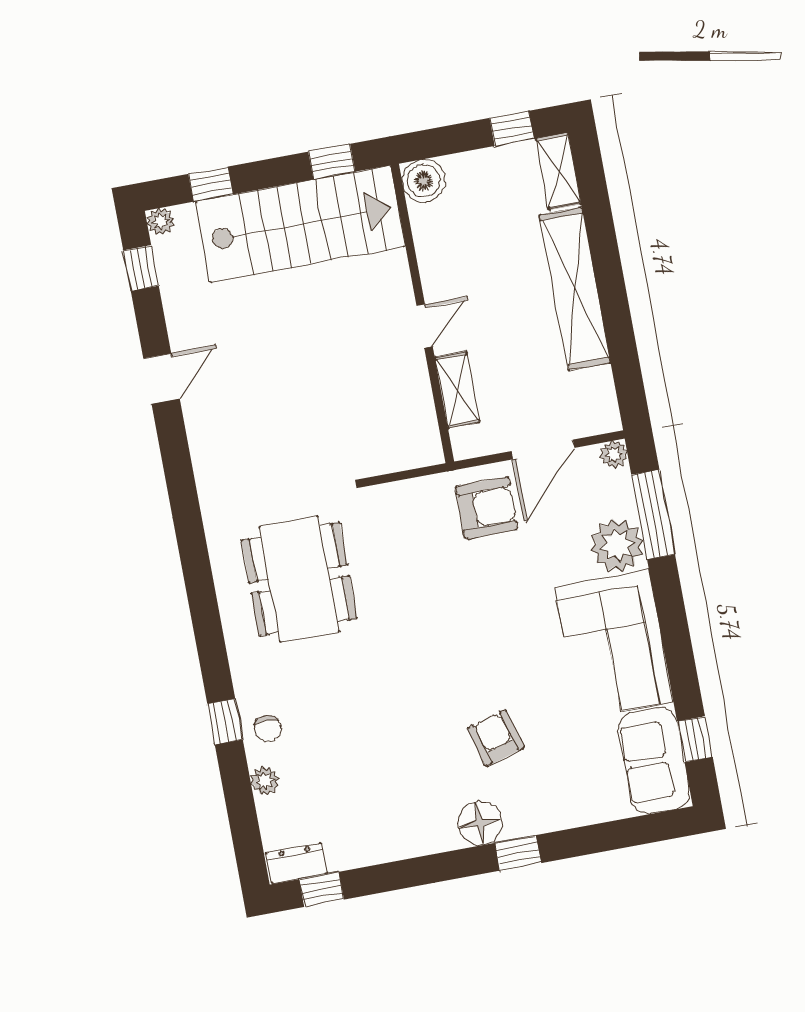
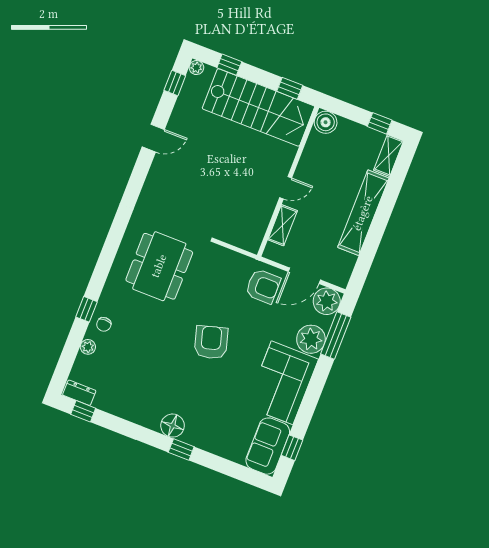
plant: (614, 454) -> (327, 301), width x1.88, depth x1.88
armchair: (496, 738) -> (211, 342), moved, width x1.38, depth x1.38

